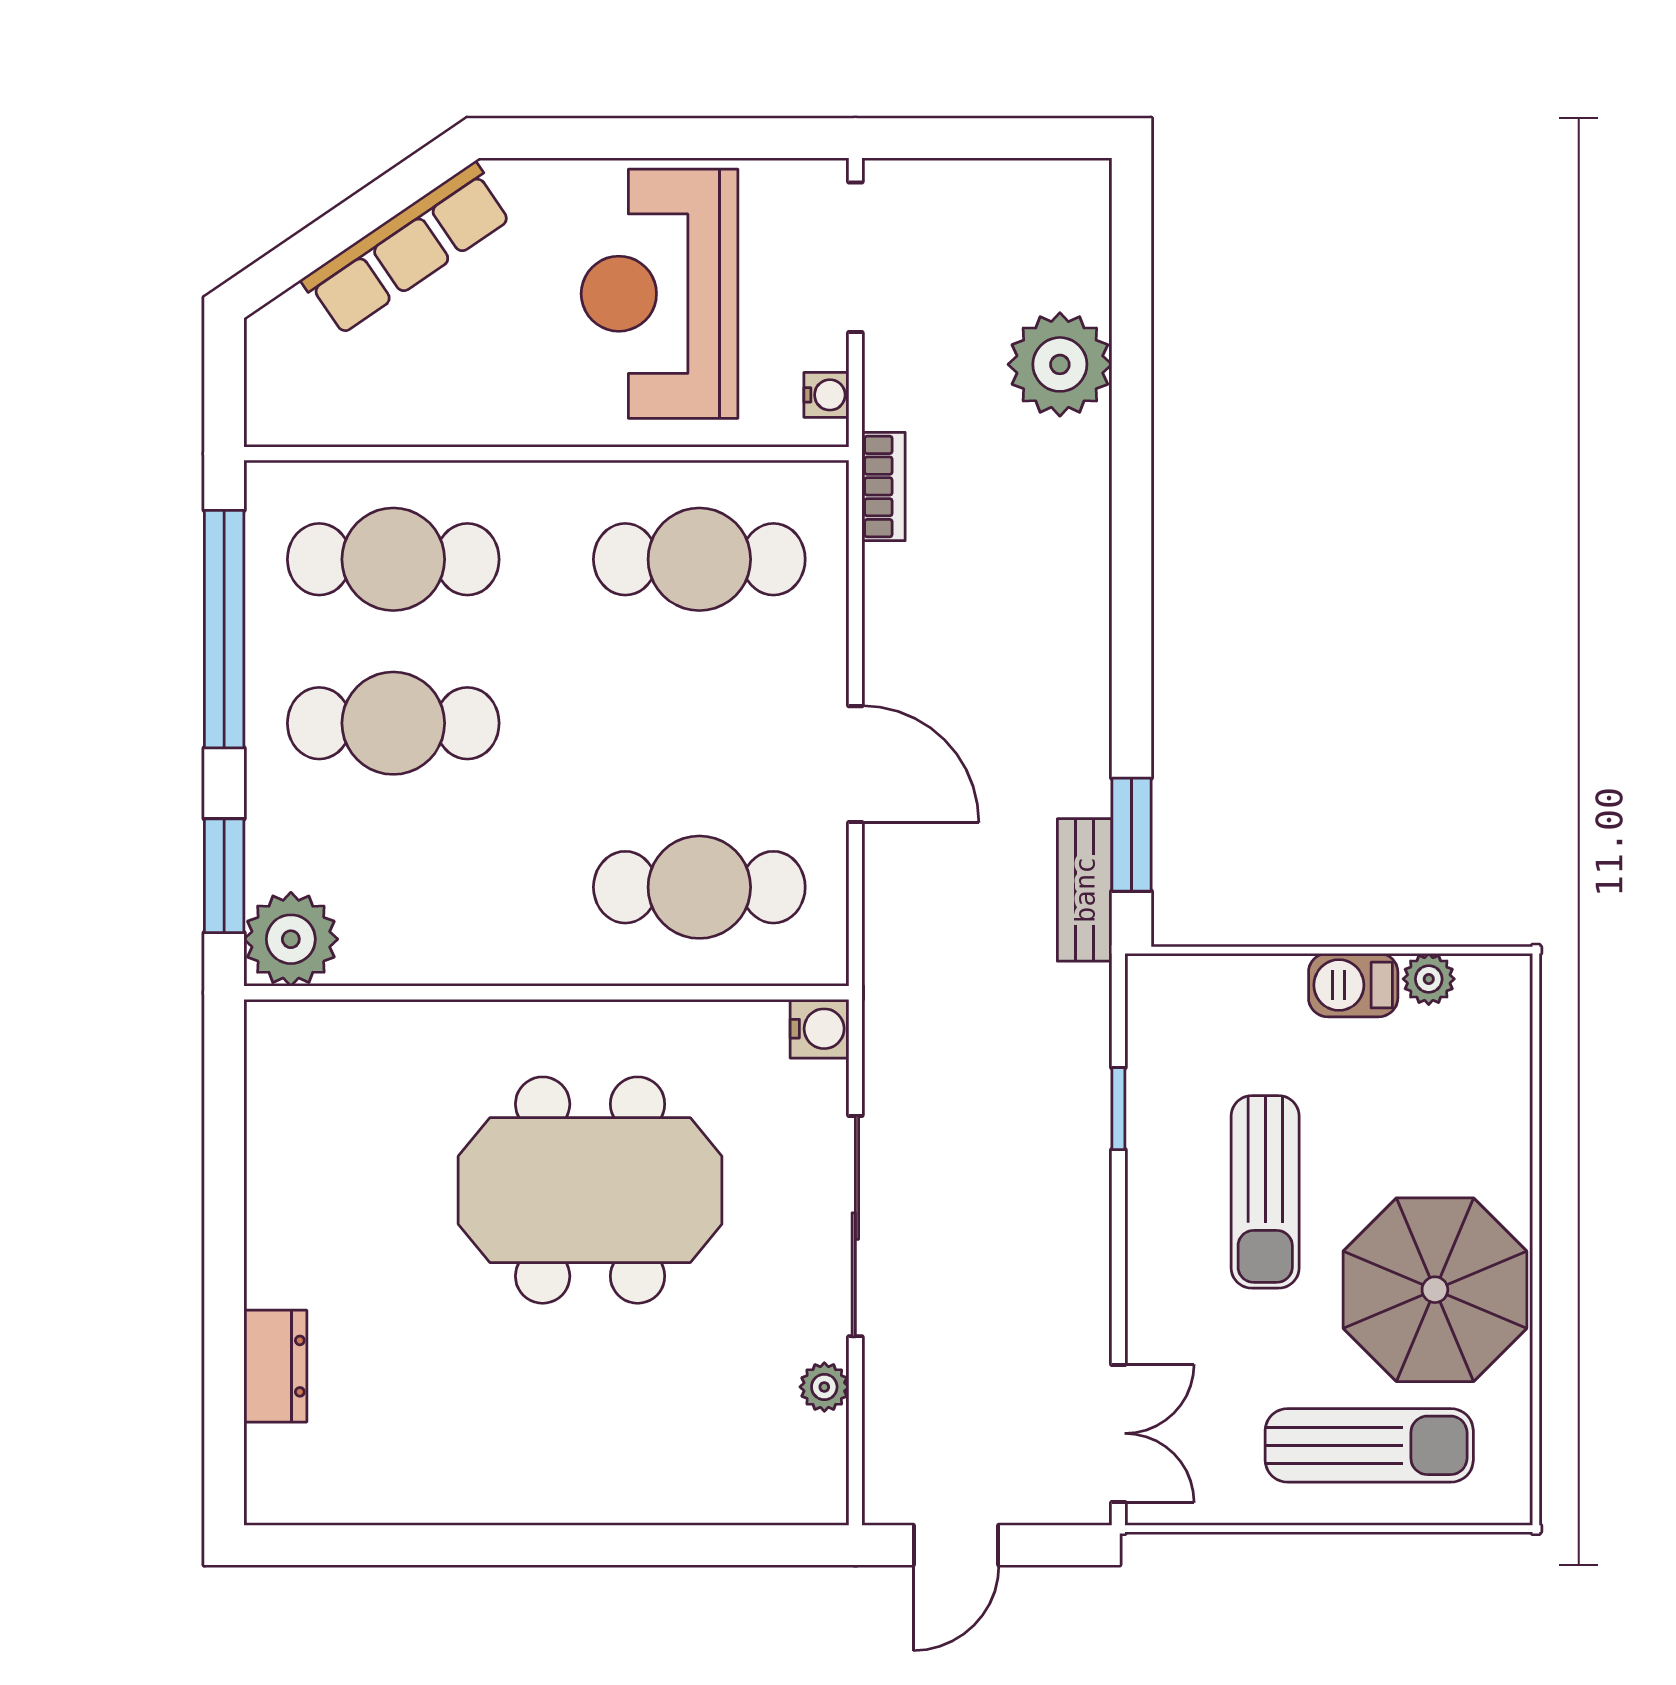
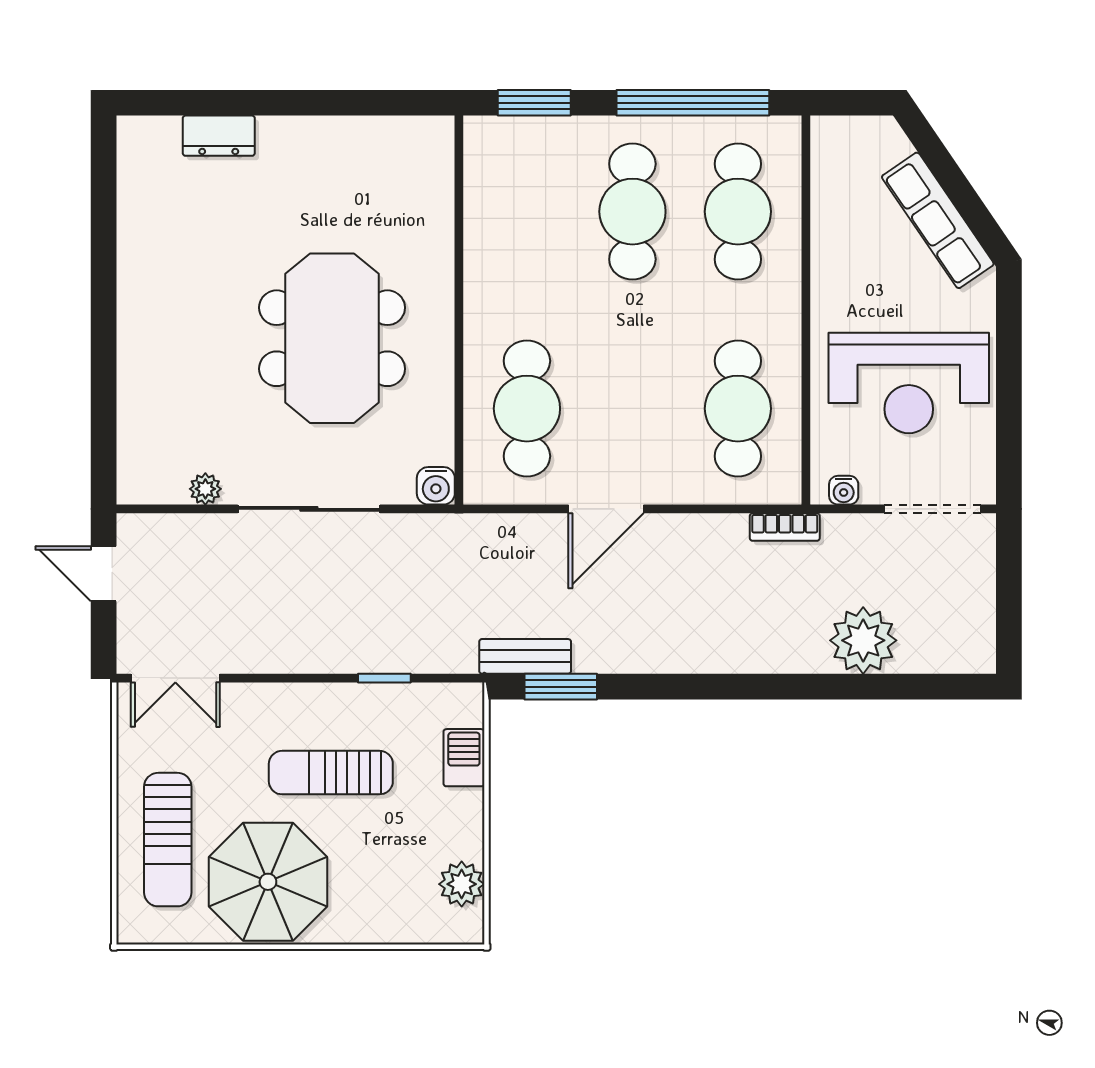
reception desk: (660, 294) -> (909, 383), turned 180
plant: (291, 939) -> (493, 146), removed
plant: (1429, 979) -> (462, 884), width x1.38, depth x1.38
barbecue: (1353, 985) -> (464, 758), moved

